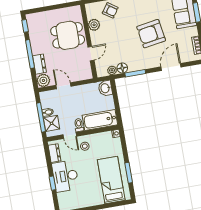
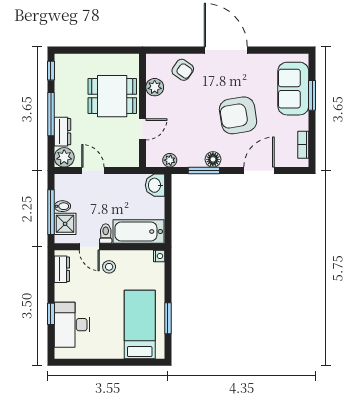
floor lamp: (122, 68) -> (213, 159), moved
desk: (65, 176) -> (72, 325), moved

